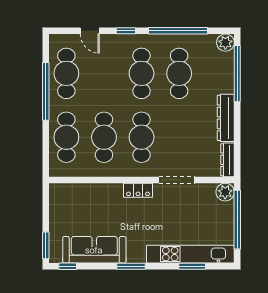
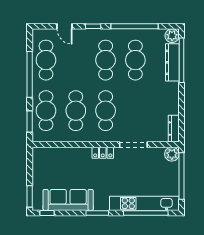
dresser: (226, 118) -> (172, 62), moved
window: (46, 151) -> (30, 121), added
window: (192, 266) -> (146, 213), width x2.11

